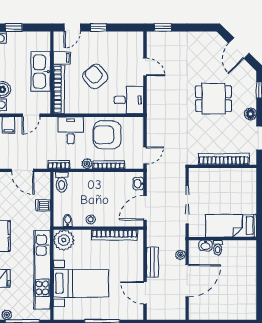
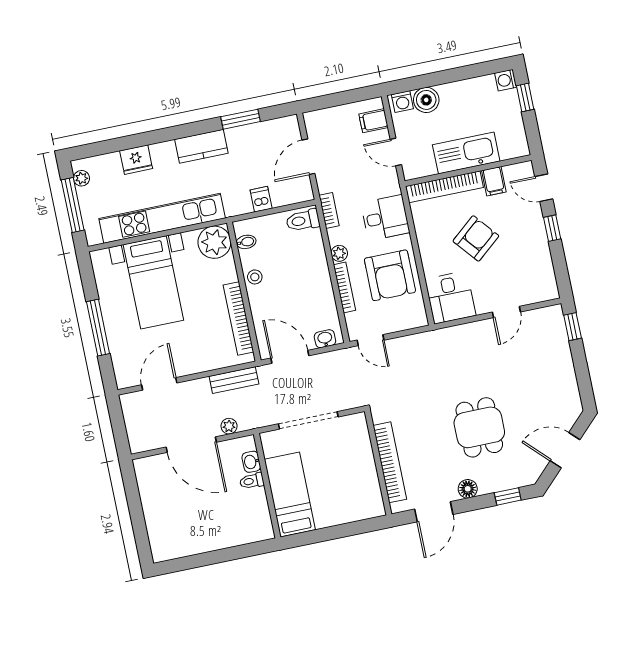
armchair: (107, 135) -> (390, 275), turned 180
bench: (152, 262) -> (234, 380), moved

